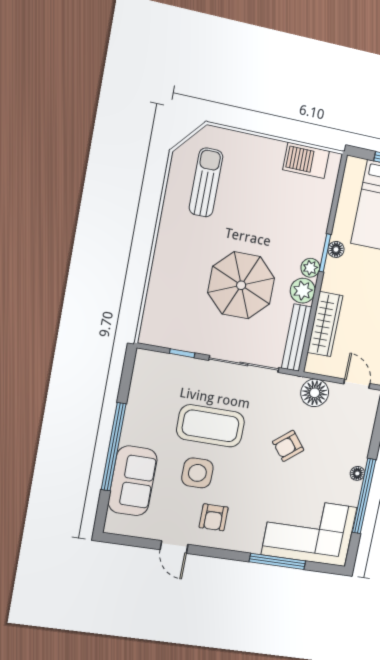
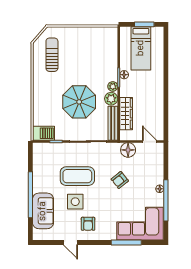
barbecue: (306, 160) -> (44, 133), moved, turned 180

